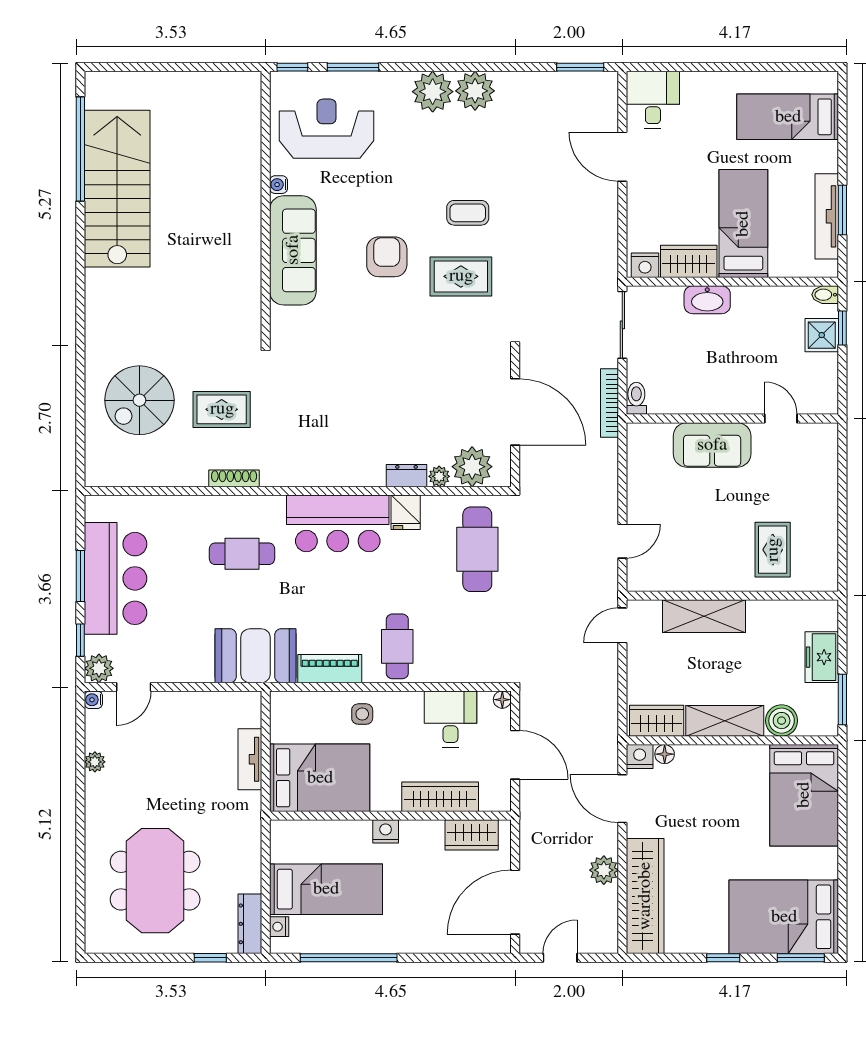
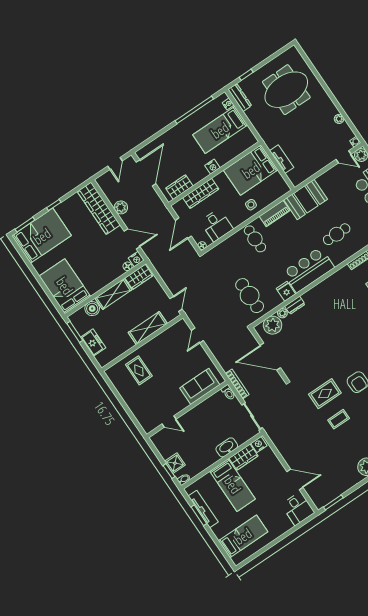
sofa: (712, 445) -> (200, 386), moved
door: (134, 687) -> (344, 157), swing flipped
door: (515, 755) -> (183, 228), hinge flipped
meeting table: (155, 881) -> (286, 90), turned 90

